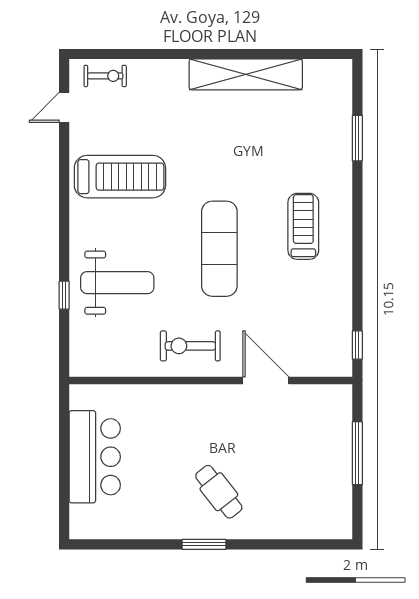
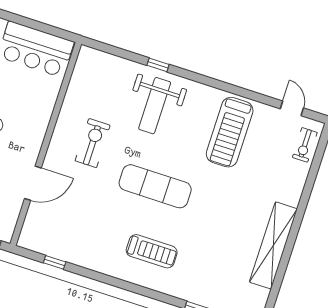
wall: (211, 380) -> (46, 144), moved
door: (266, 380) -> (33, 183), moved

